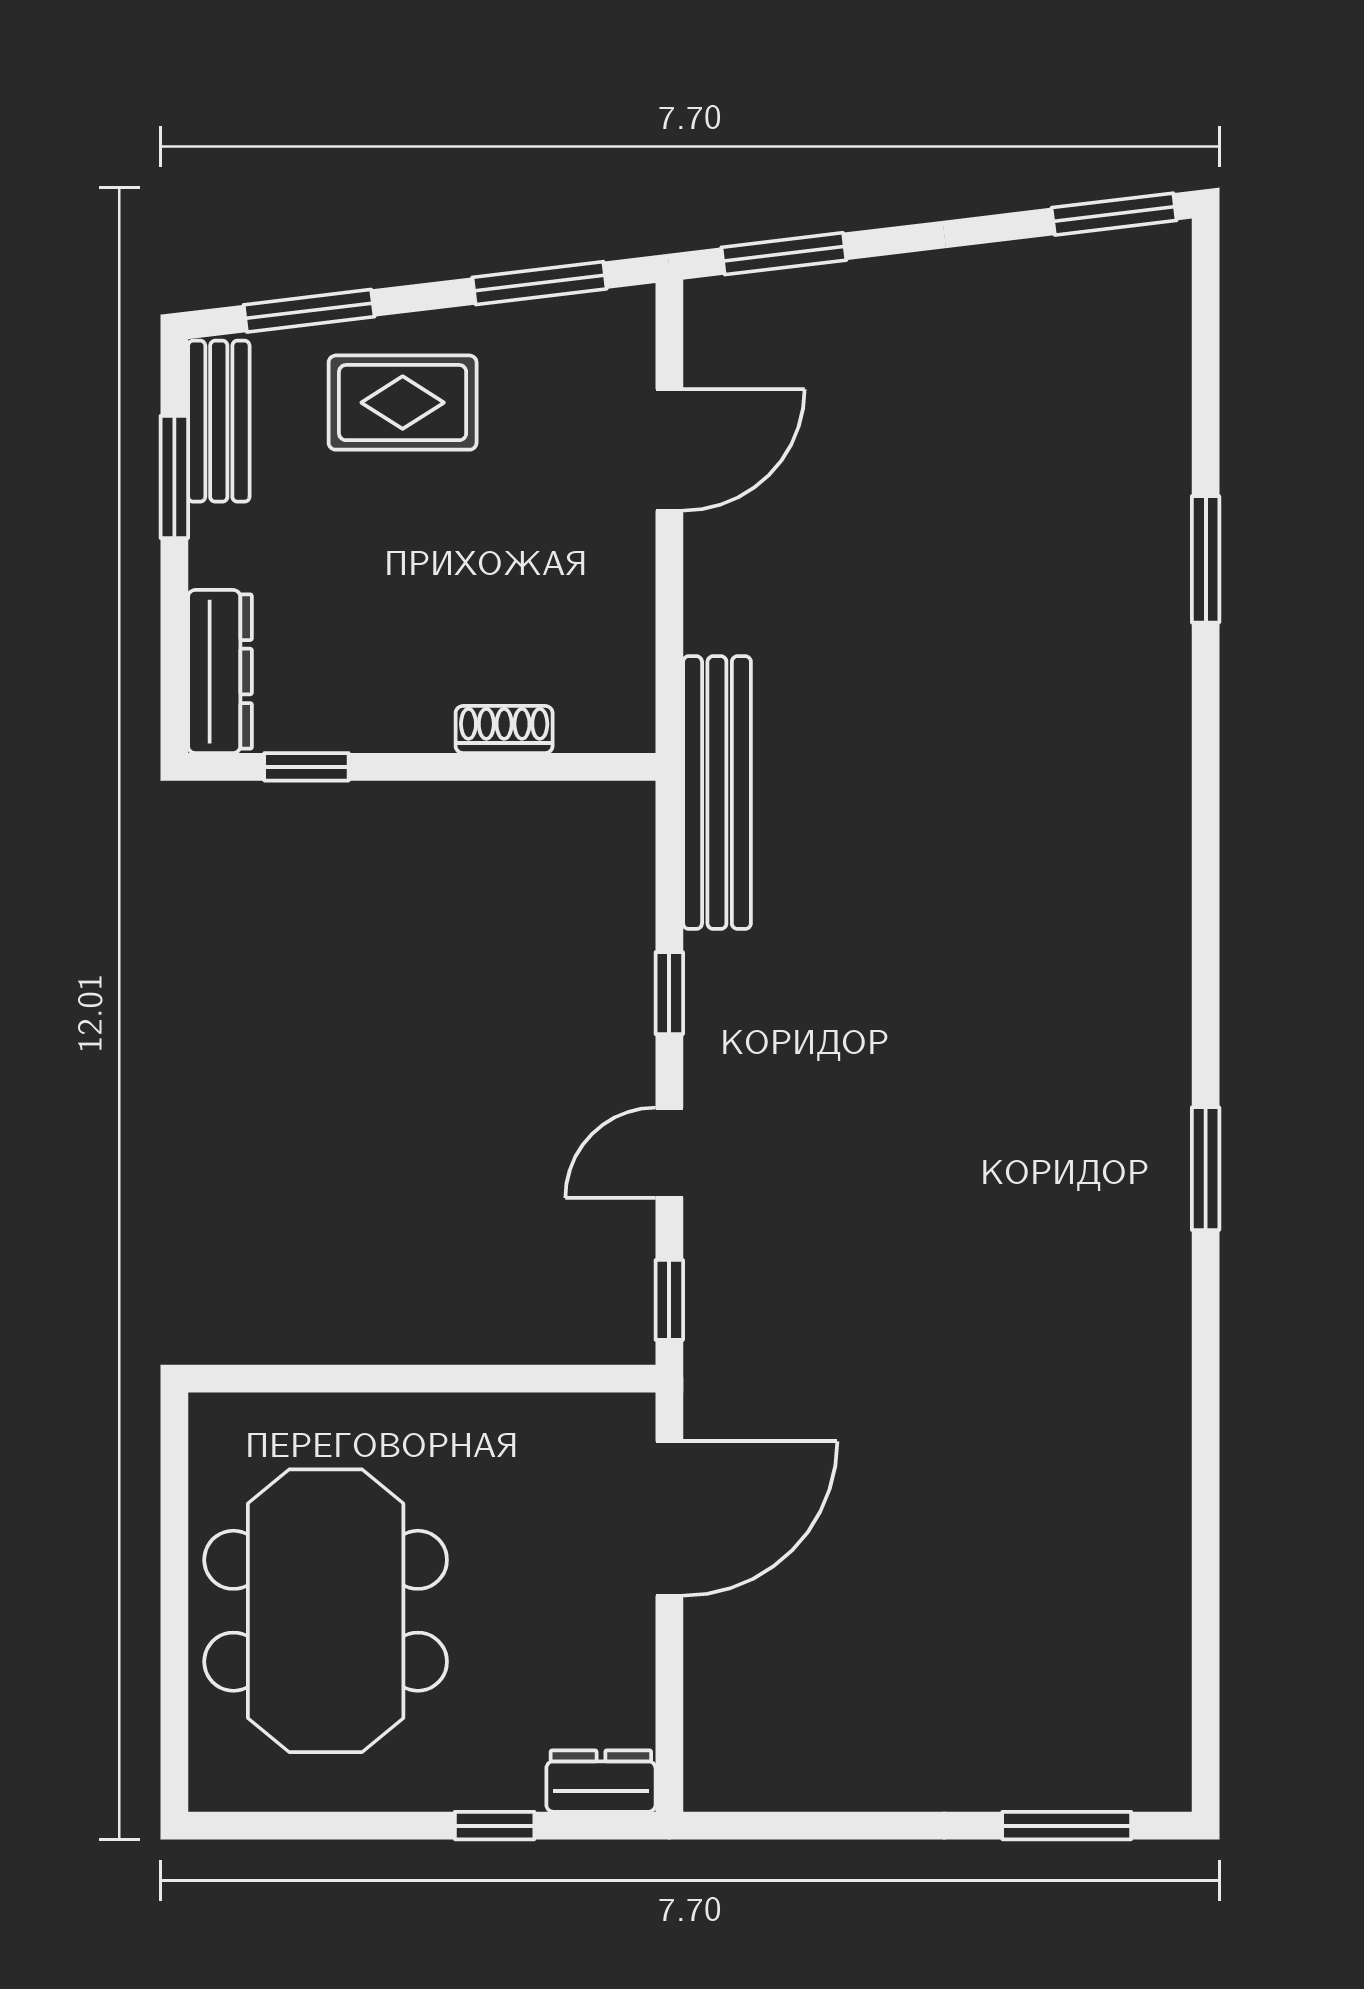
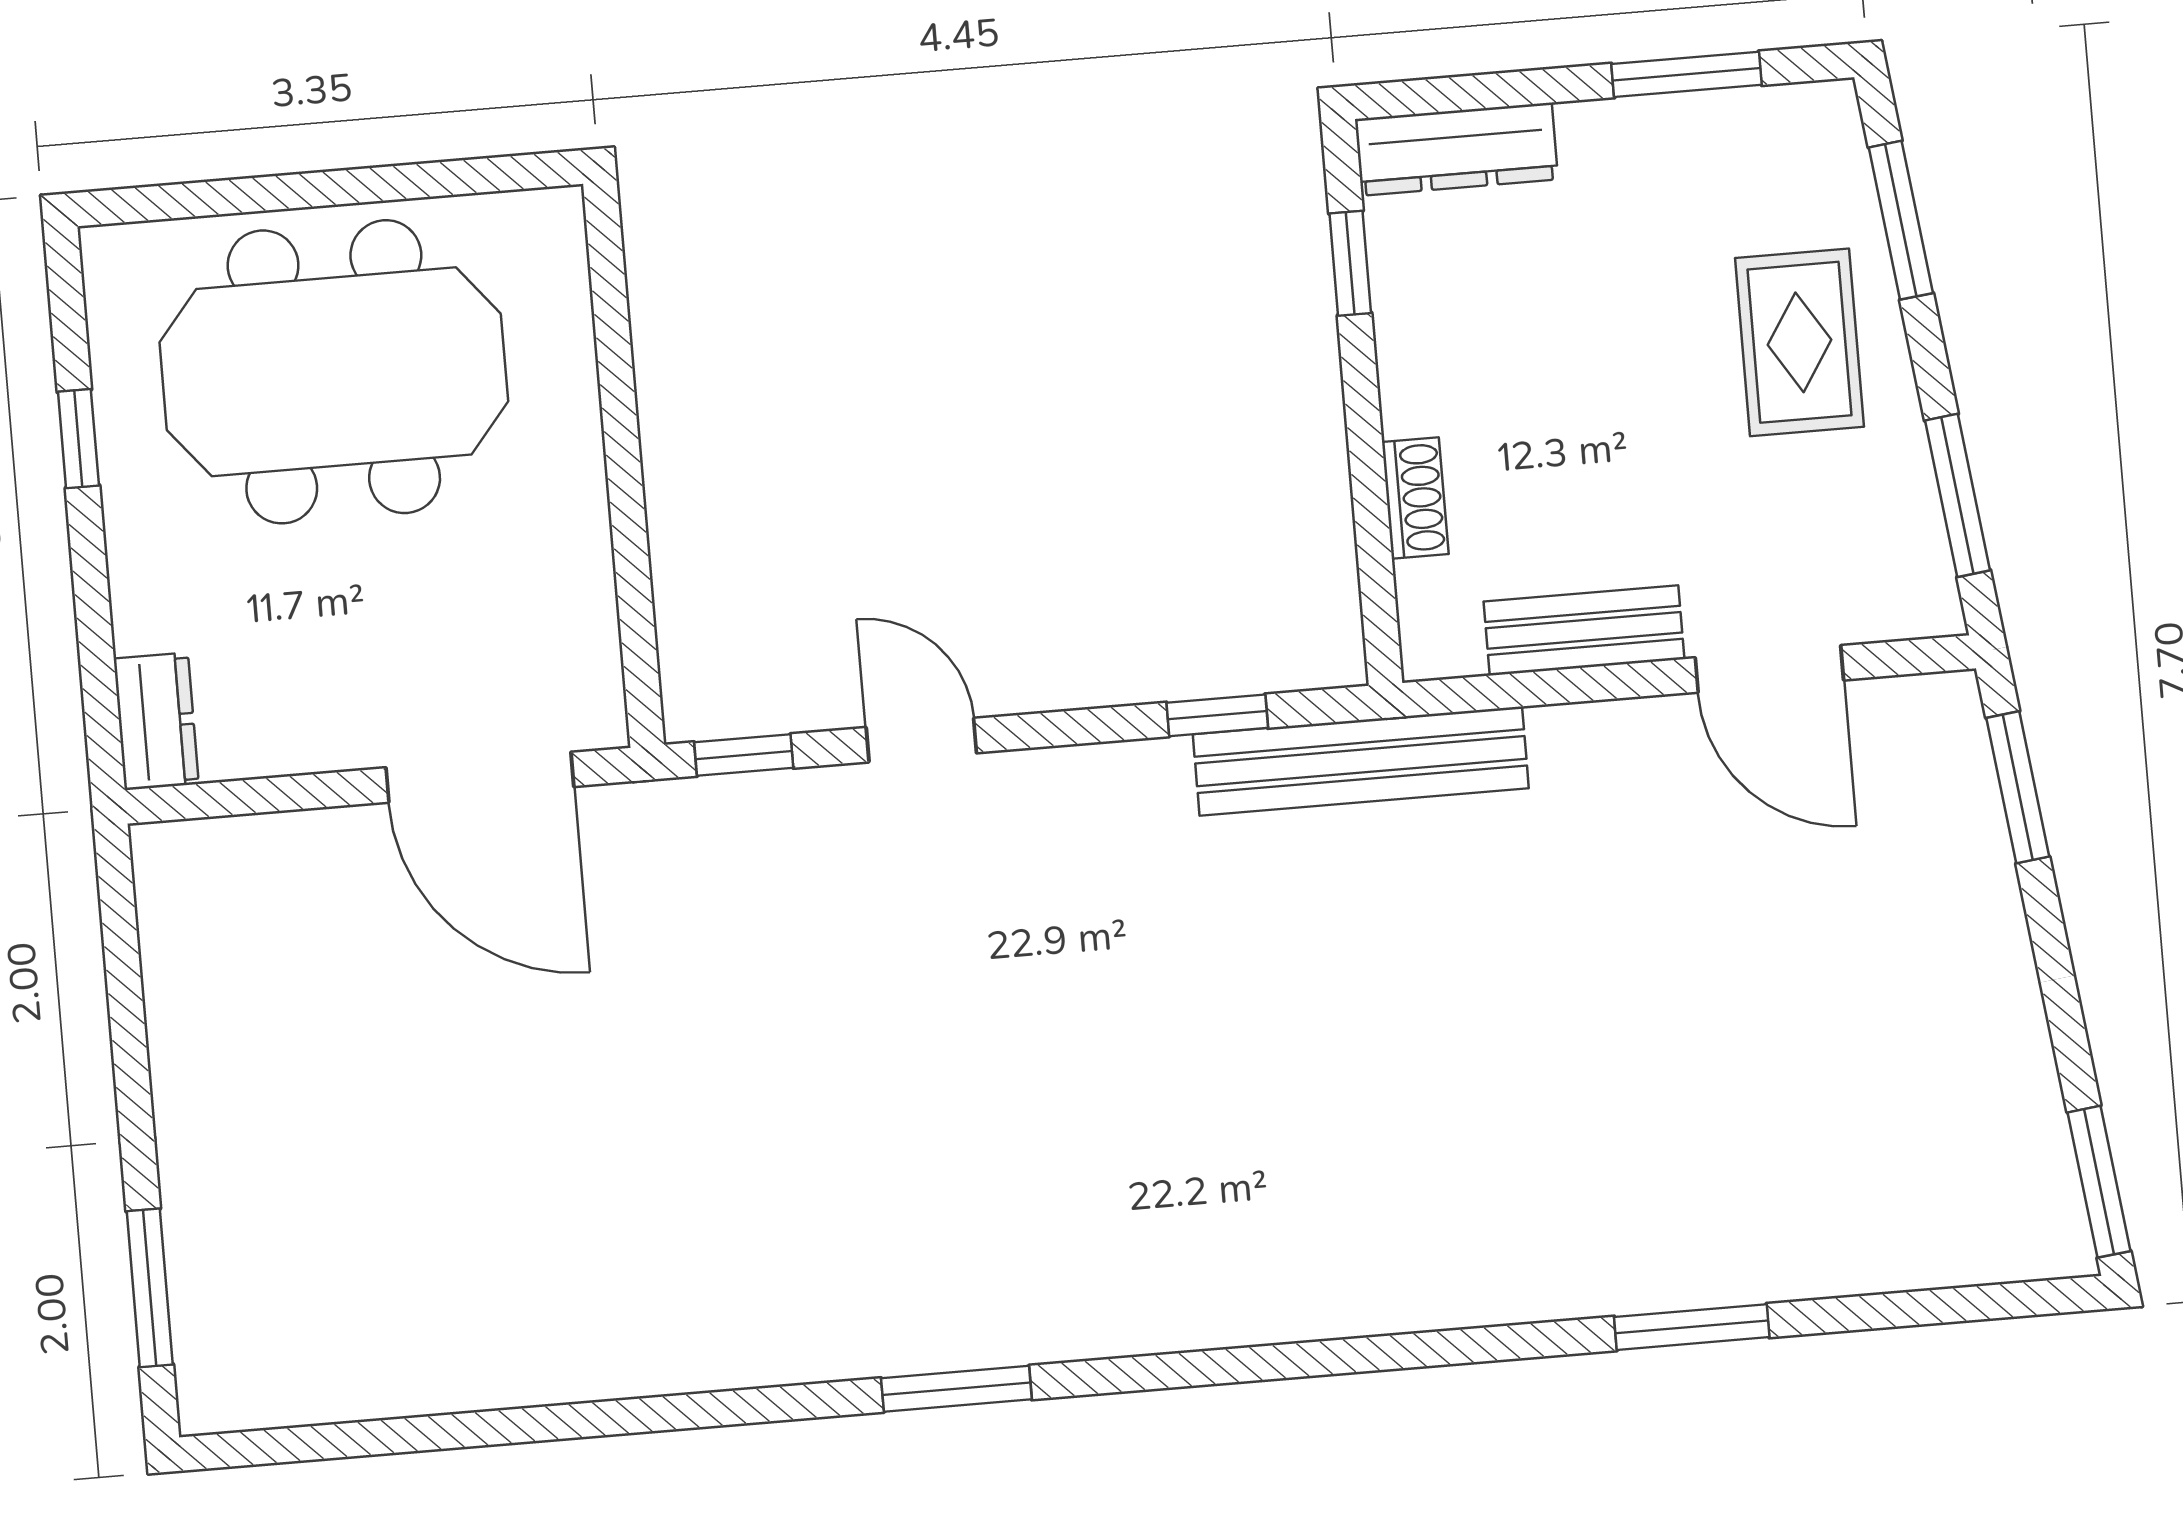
bench: (219, 421) -> (1584, 630), moved
window: (669, 993) -> (1217, 715), moved
window: (495, 1826) -> (78, 439), moved

